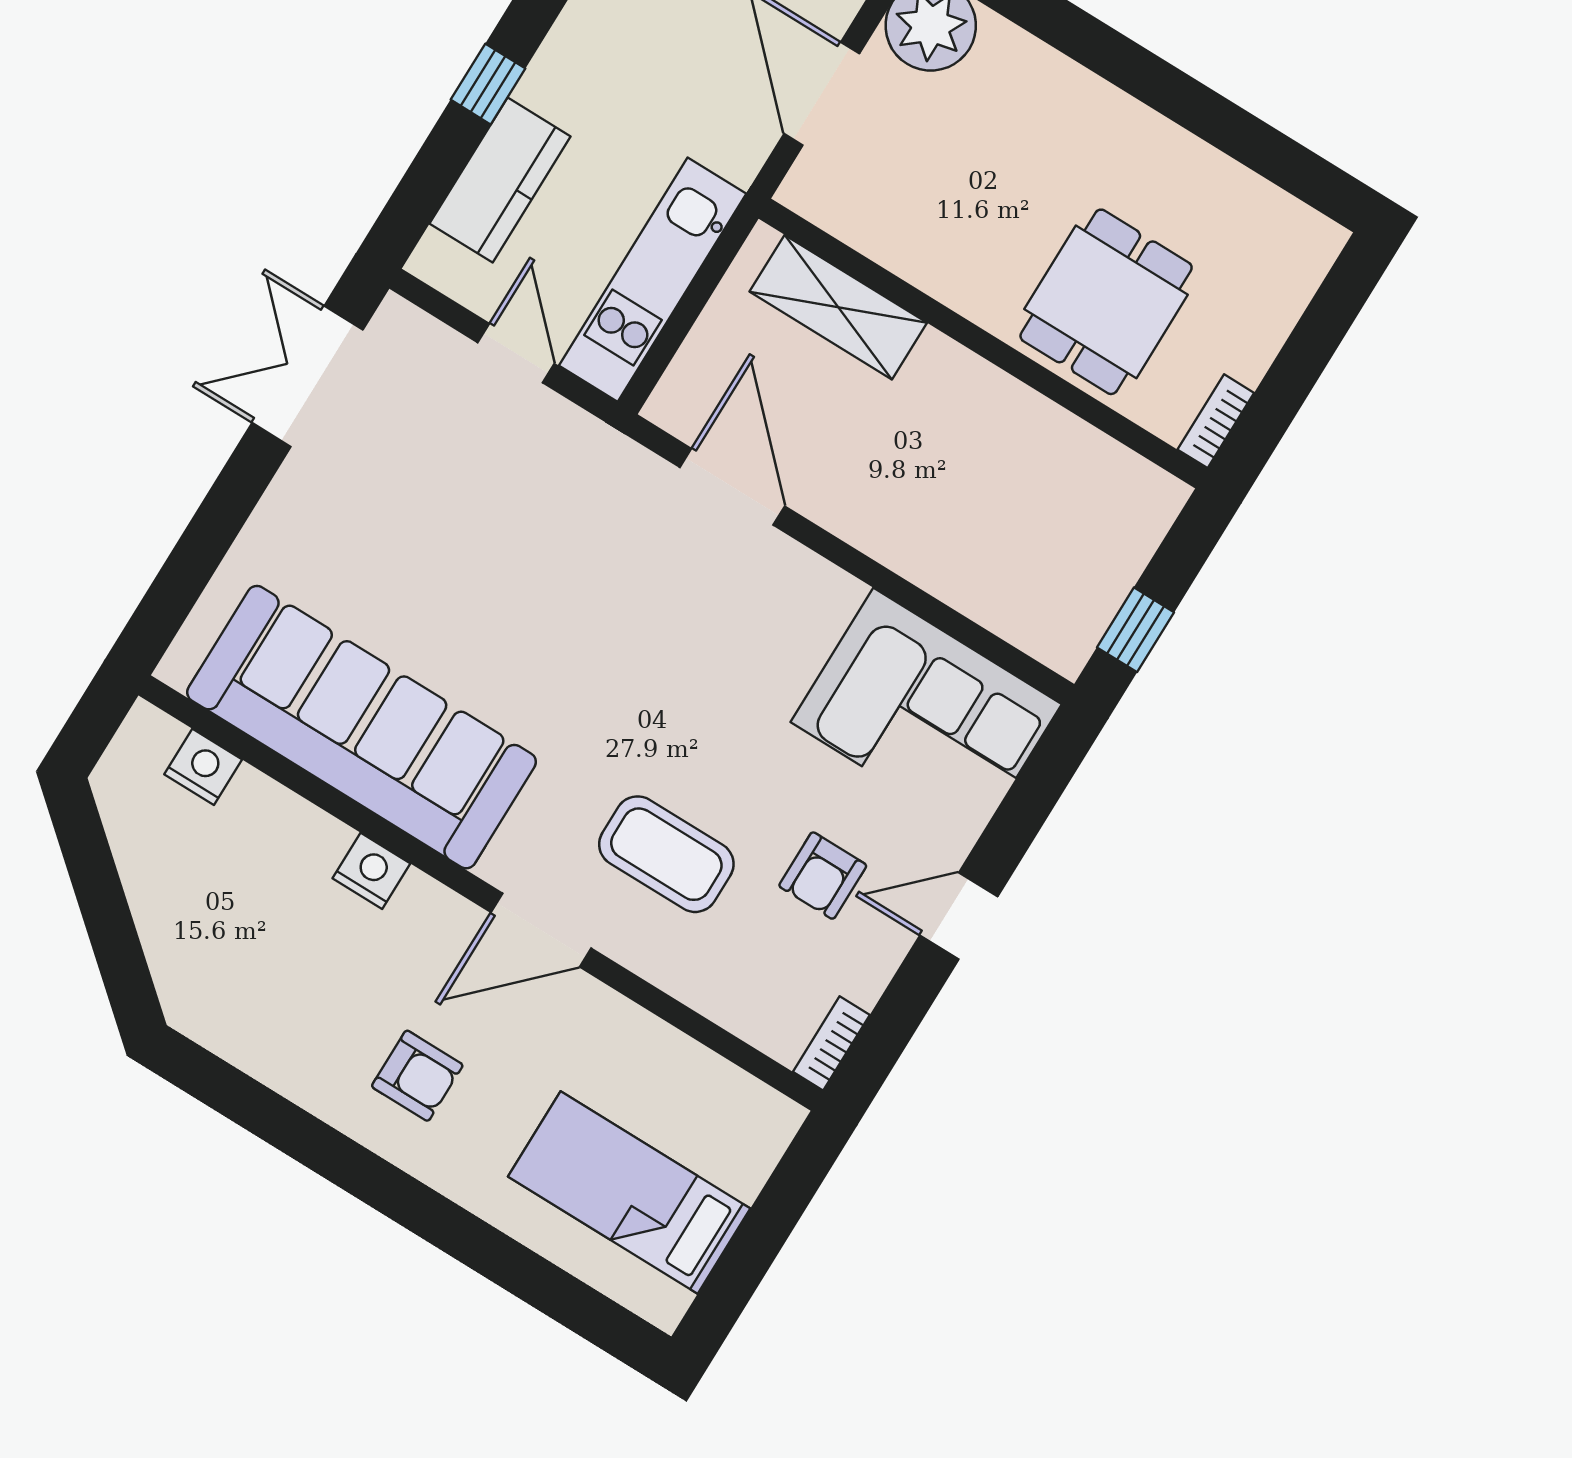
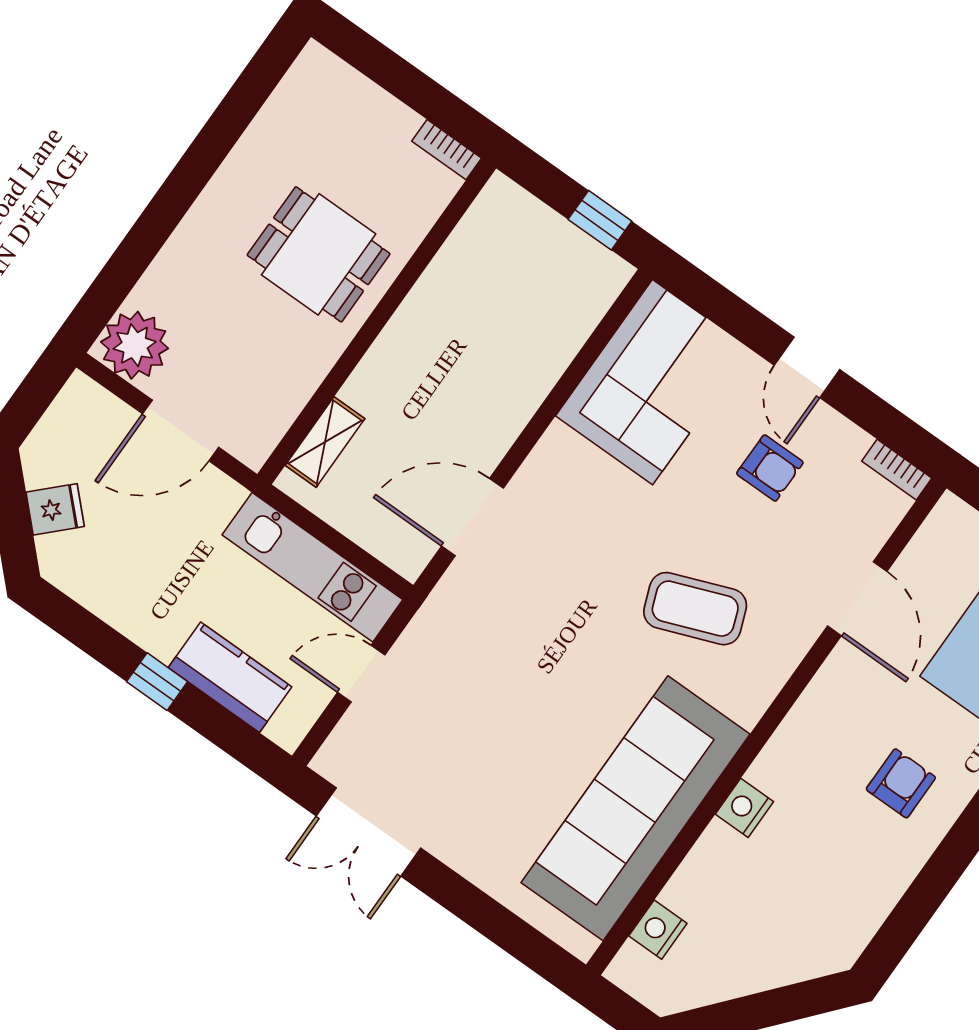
dining table: (1106, 302) -> (319, 254), moved
shelving: (838, 307) -> (325, 442), width x0.67, depth x0.75
coffee table: (666, 854) -> (695, 609), moved, turned 69
door: (541, 930) -> (857, 599), moved

